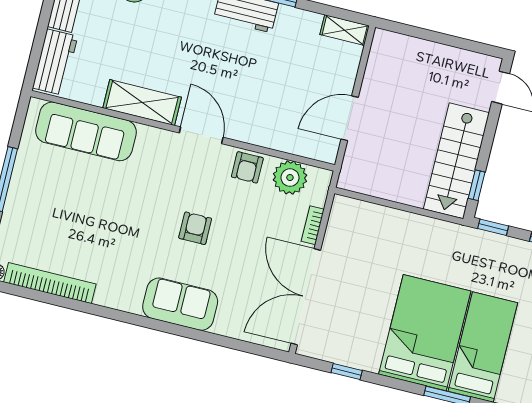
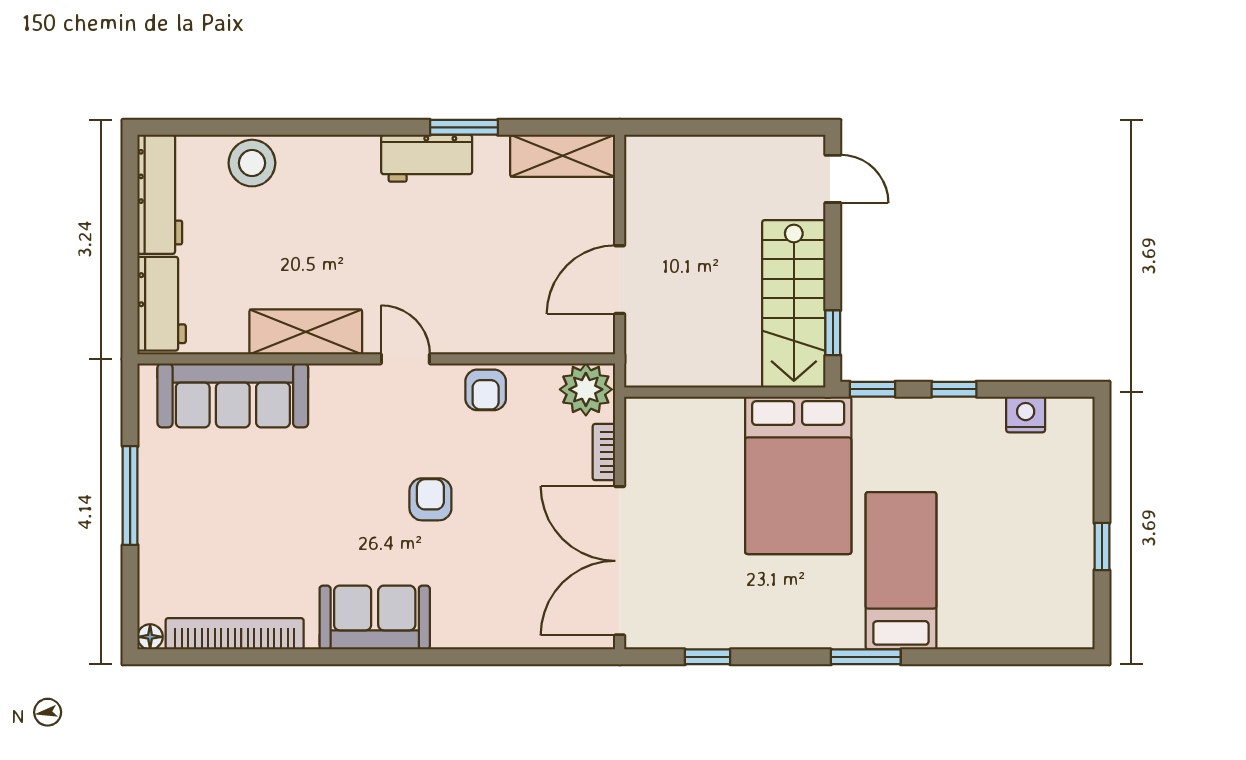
shelving: (345, 30) -> (563, 156), width x1.50, depth x1.33
door: (201, 135) -> (405, 359), width x0.73
plant: (290, 178) -> (586, 389), moved
sofa: (180, 304) -> (375, 618), moved
bed: (425, 333) -> (798, 475), moved, turned 180

